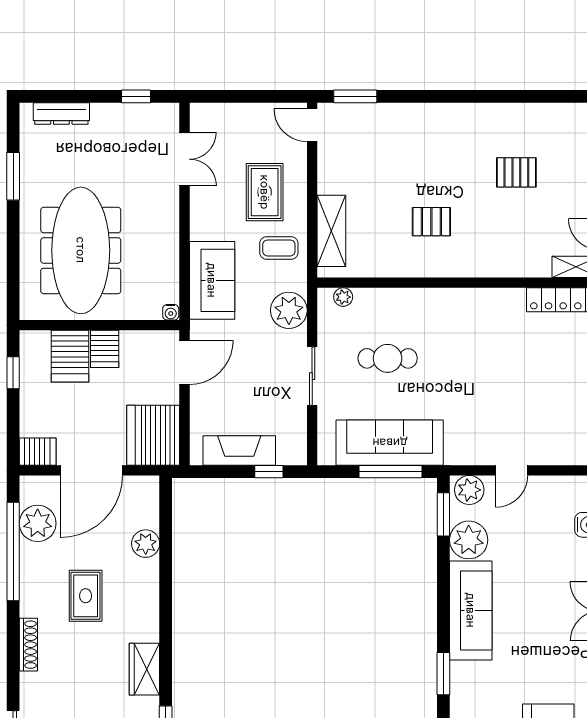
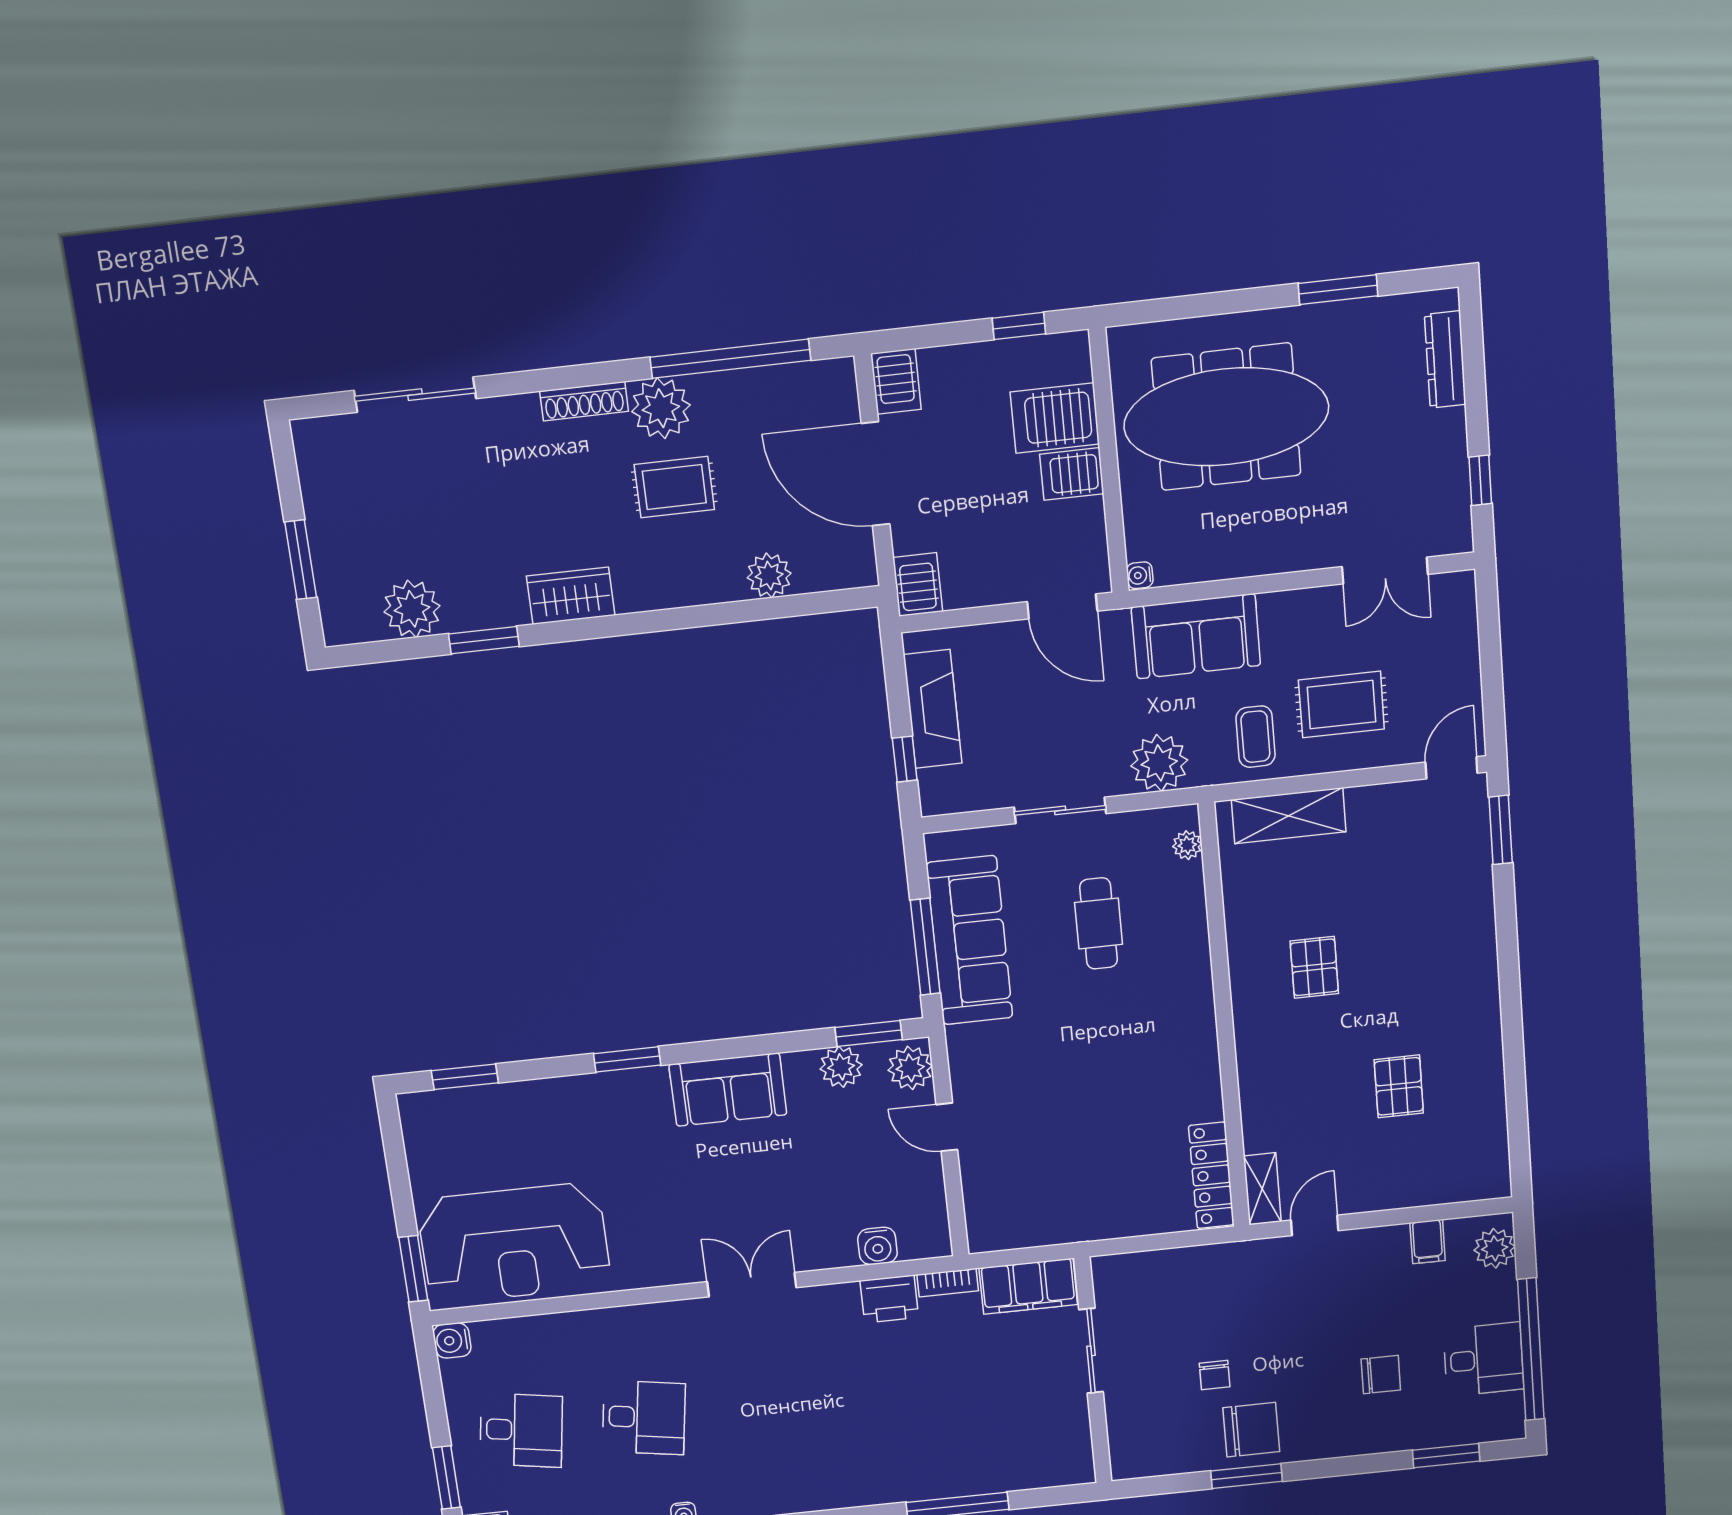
server rack: (153, 435) -> (918, 584), width x0.46, depth x0.70
plant: (38, 523) -> (661, 408), moved
plant: (469, 540) -> (841, 1067), width x0.73, depth x0.73
sofa: (471, 610) -> (728, 1090), width x0.73

